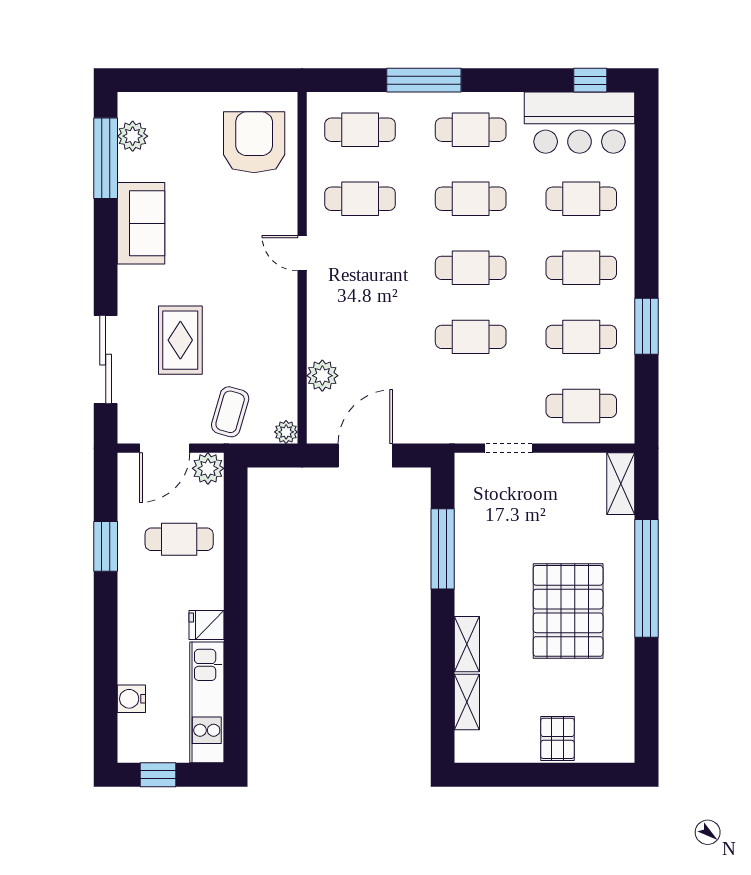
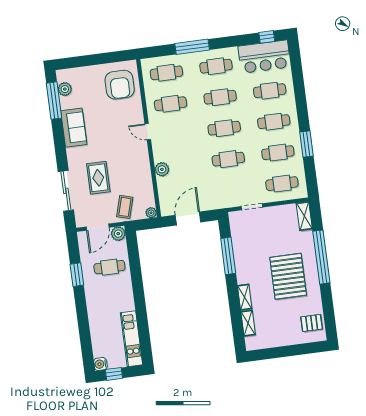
armchair: (254, 142) -> (120, 85), turned 180
plant: (322, 376) -> (162, 169), moved
fridge: (206, 625) -> (127, 304), removed
water cooler: (131, 699) -> (100, 364), moved
pallet: (558, 738) -> (312, 323), moved, turned 90

